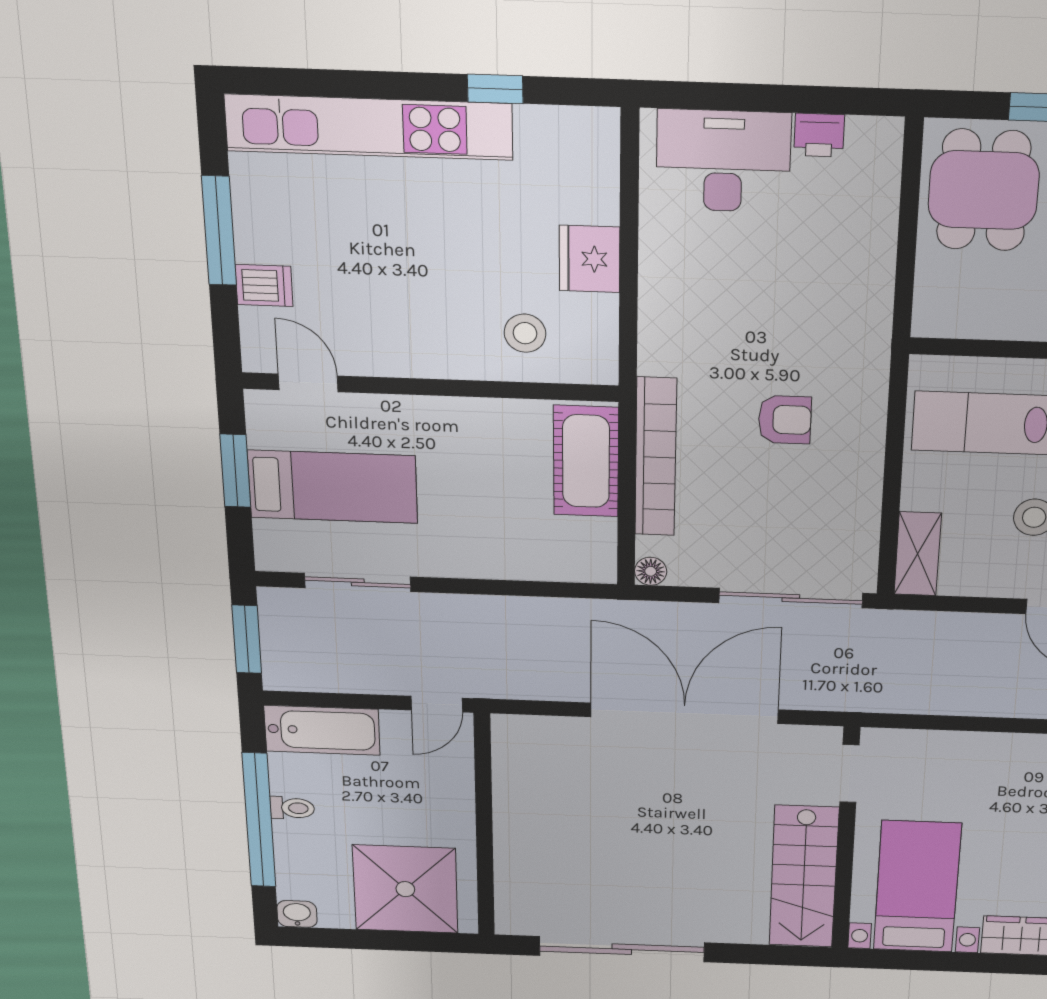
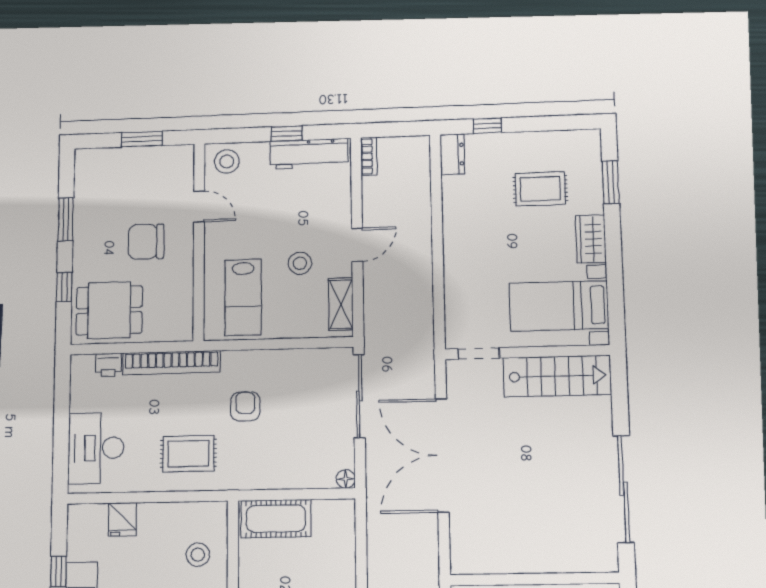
printer: (819, 135) -> (108, 365), moved, turned 90
fridge: (590, 259) -> (122, 519), moved, width x0.72
rug: (705, 323) -> (188, 454), added
bookcase: (656, 457) -> (171, 363), moved, turned 180
shelving: (918, 554) -> (341, 304), moved, turned 90

